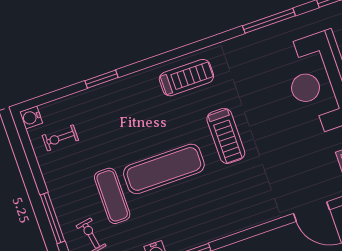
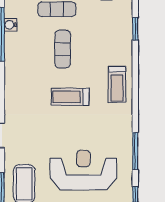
exercise mat: (164, 169) -> (63, 49), width x0.73, depth x0.69

